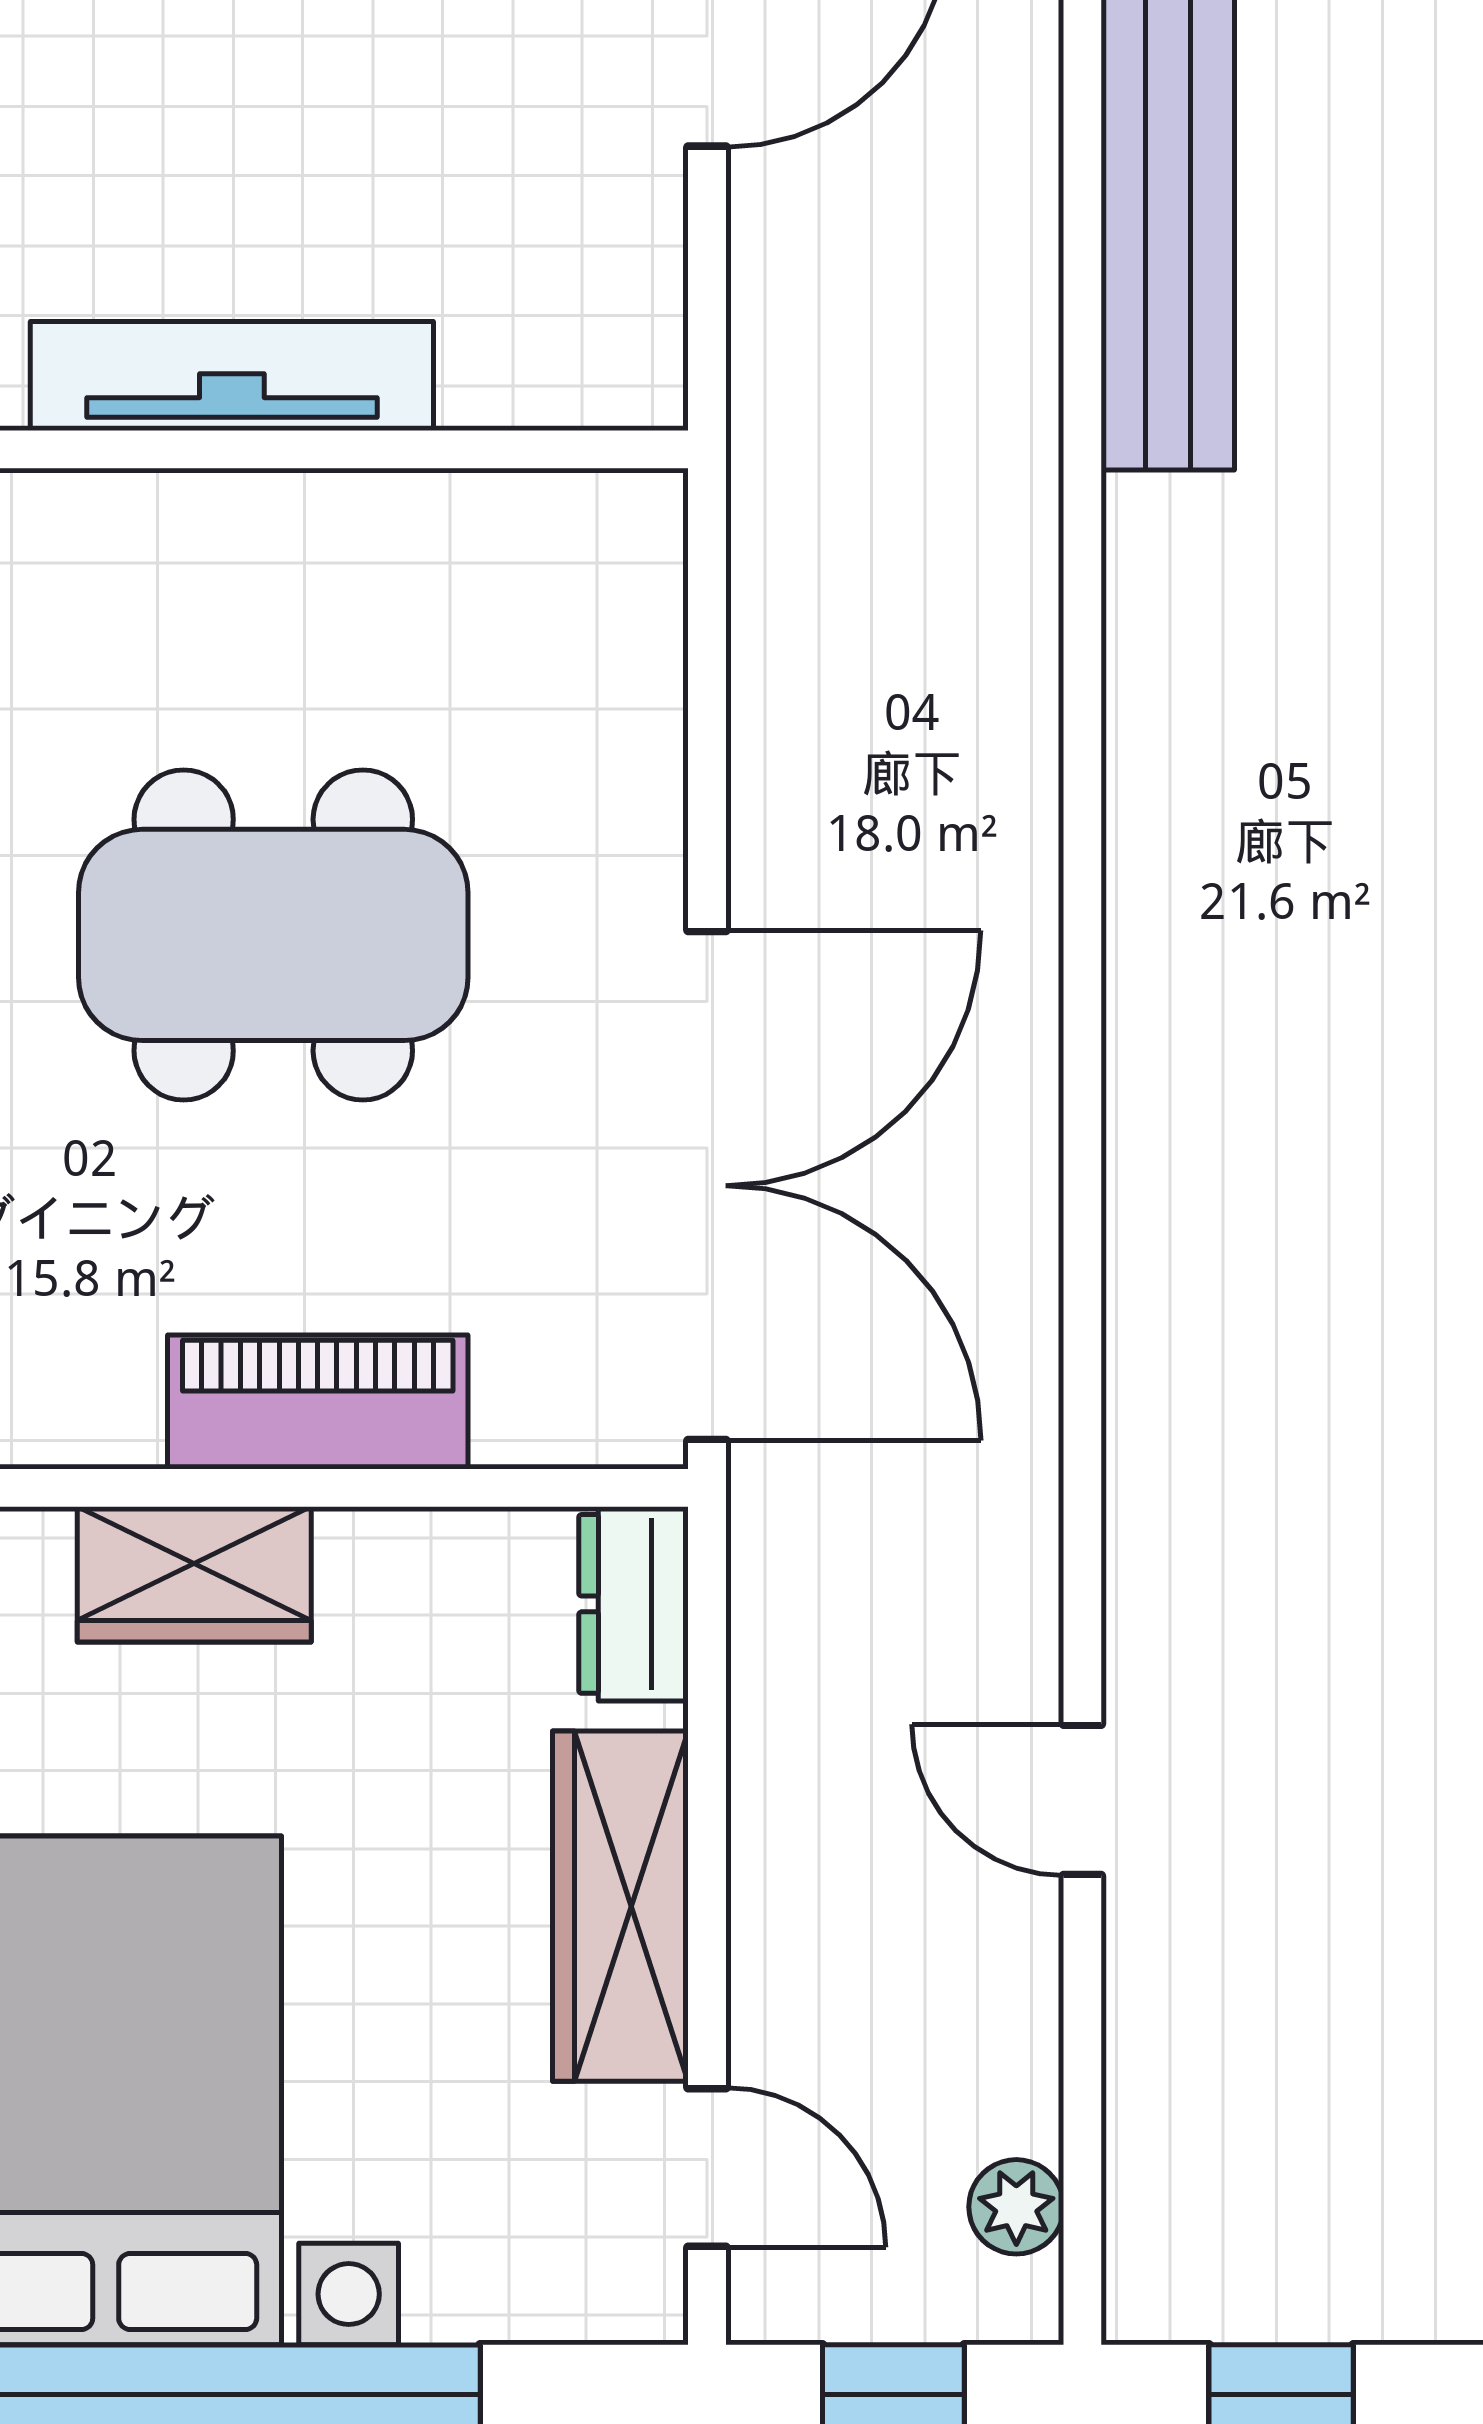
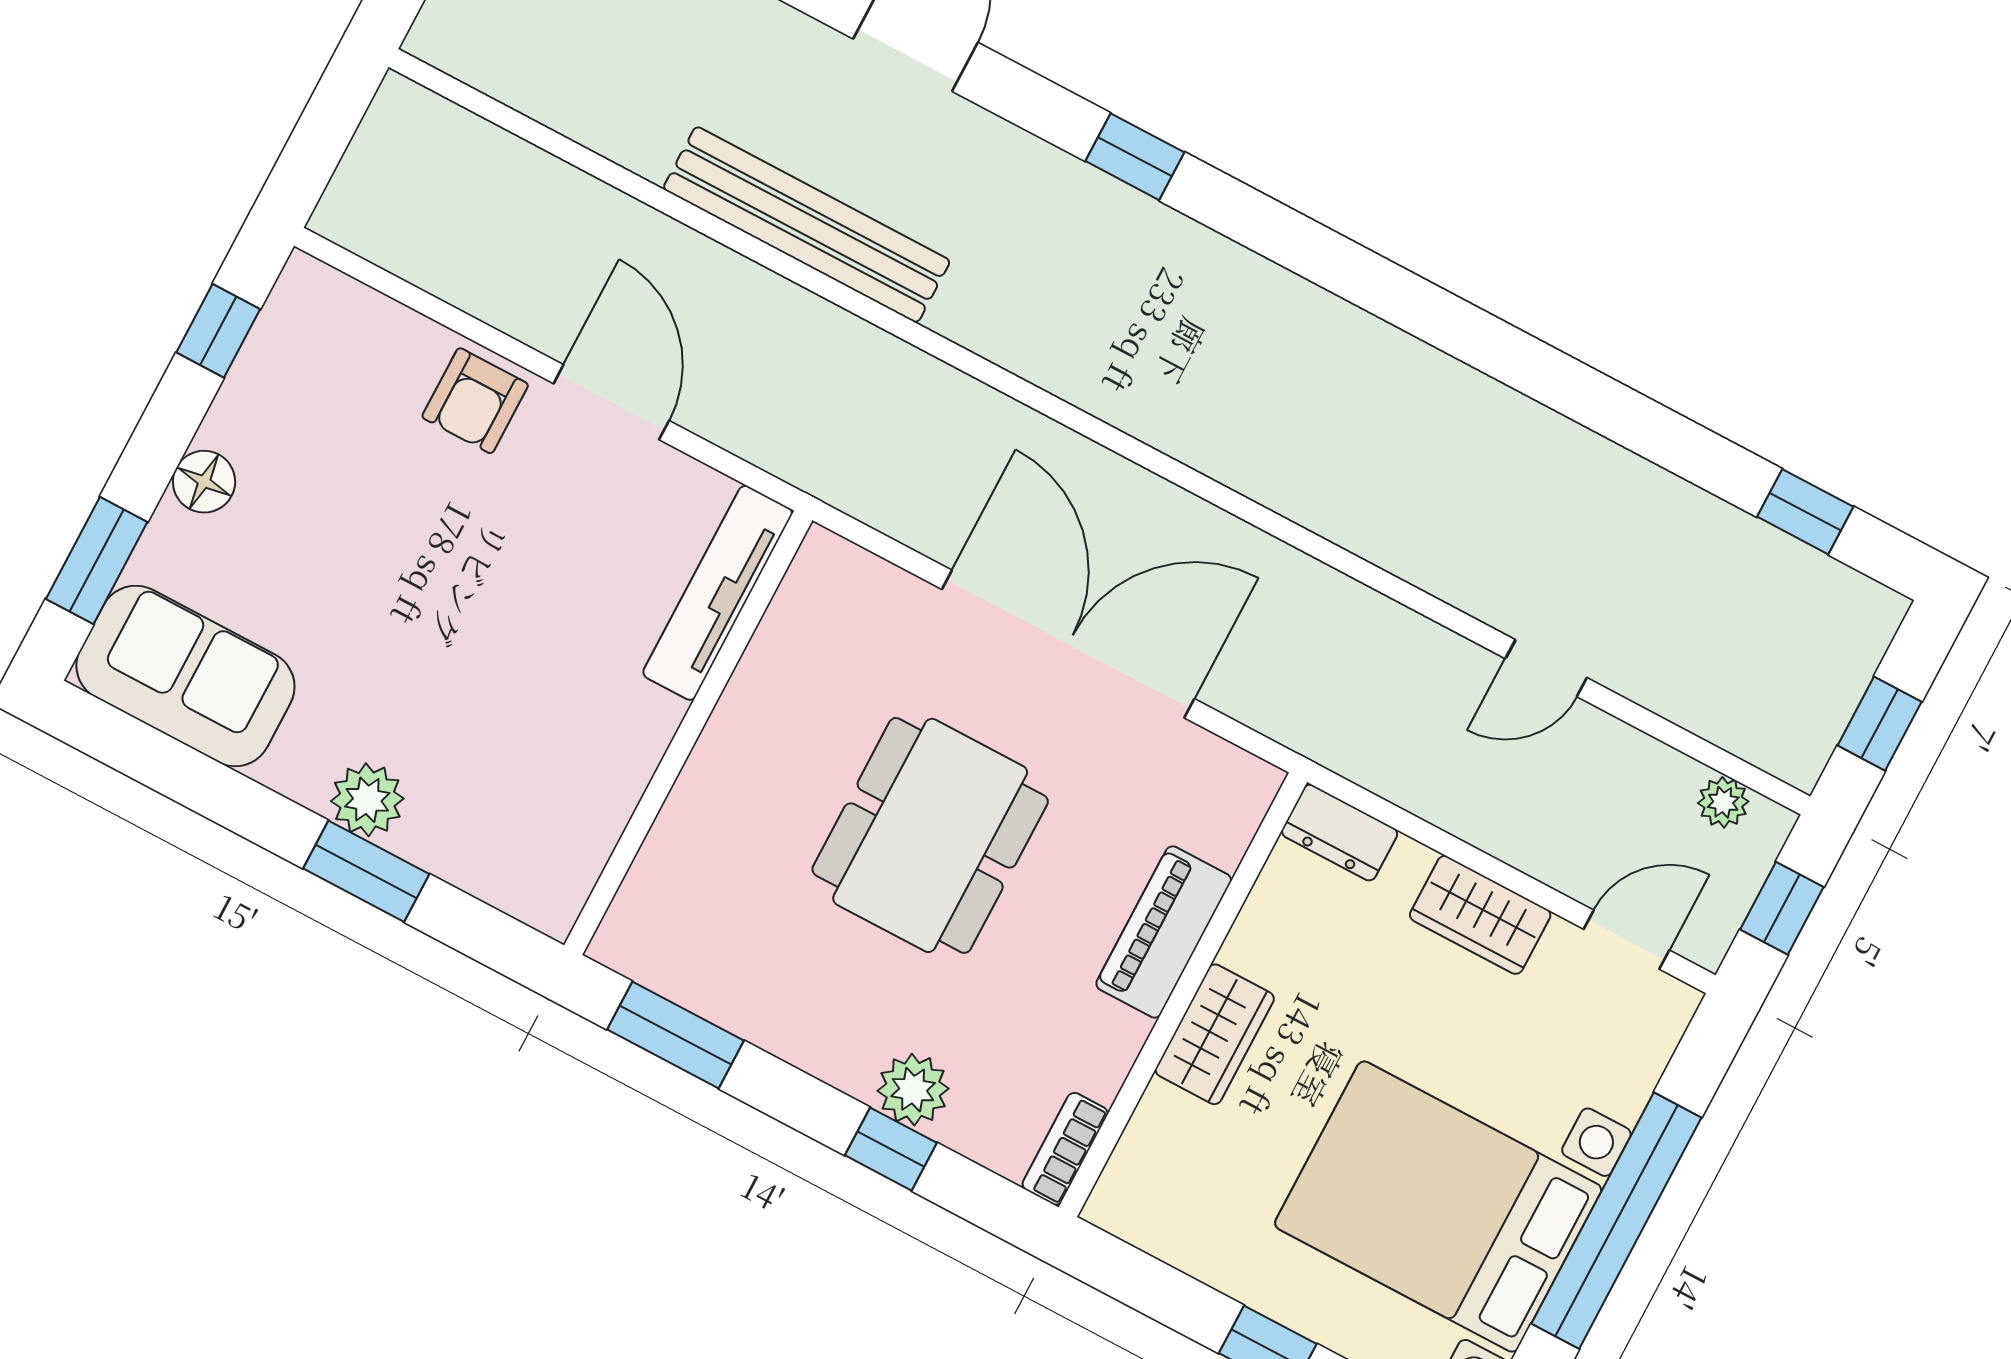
tv unit: (232, 376) -> (718, 593), moved
double door: (707, 1186) -> (1068, 644), moved
wardrobe: (620, 1906) -> (1480, 915), width x0.67

